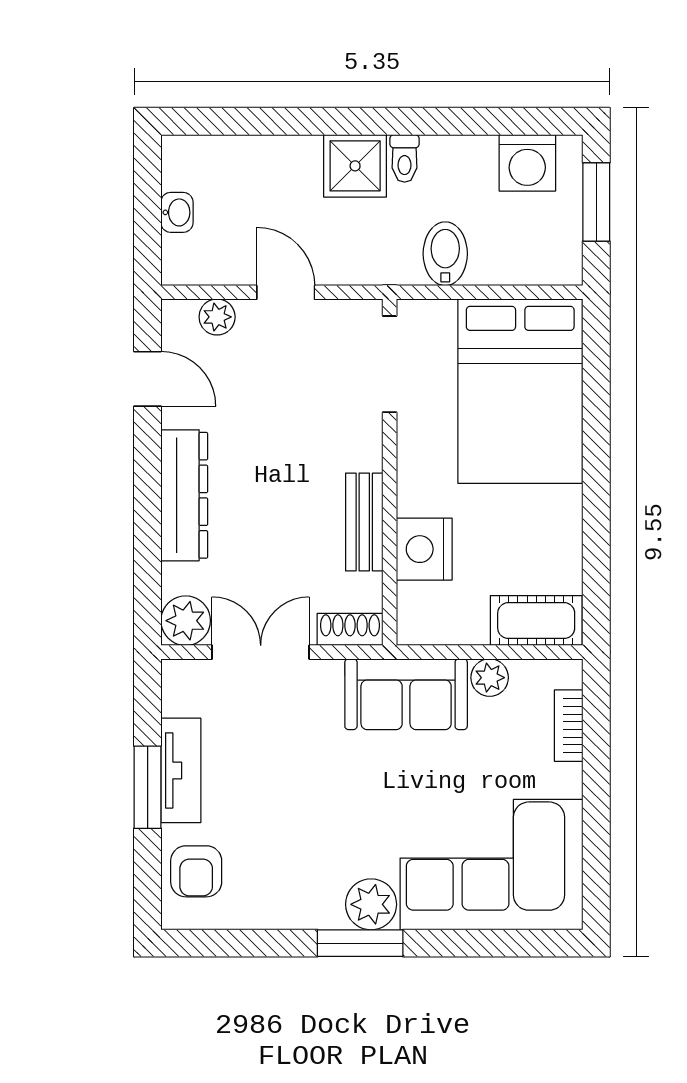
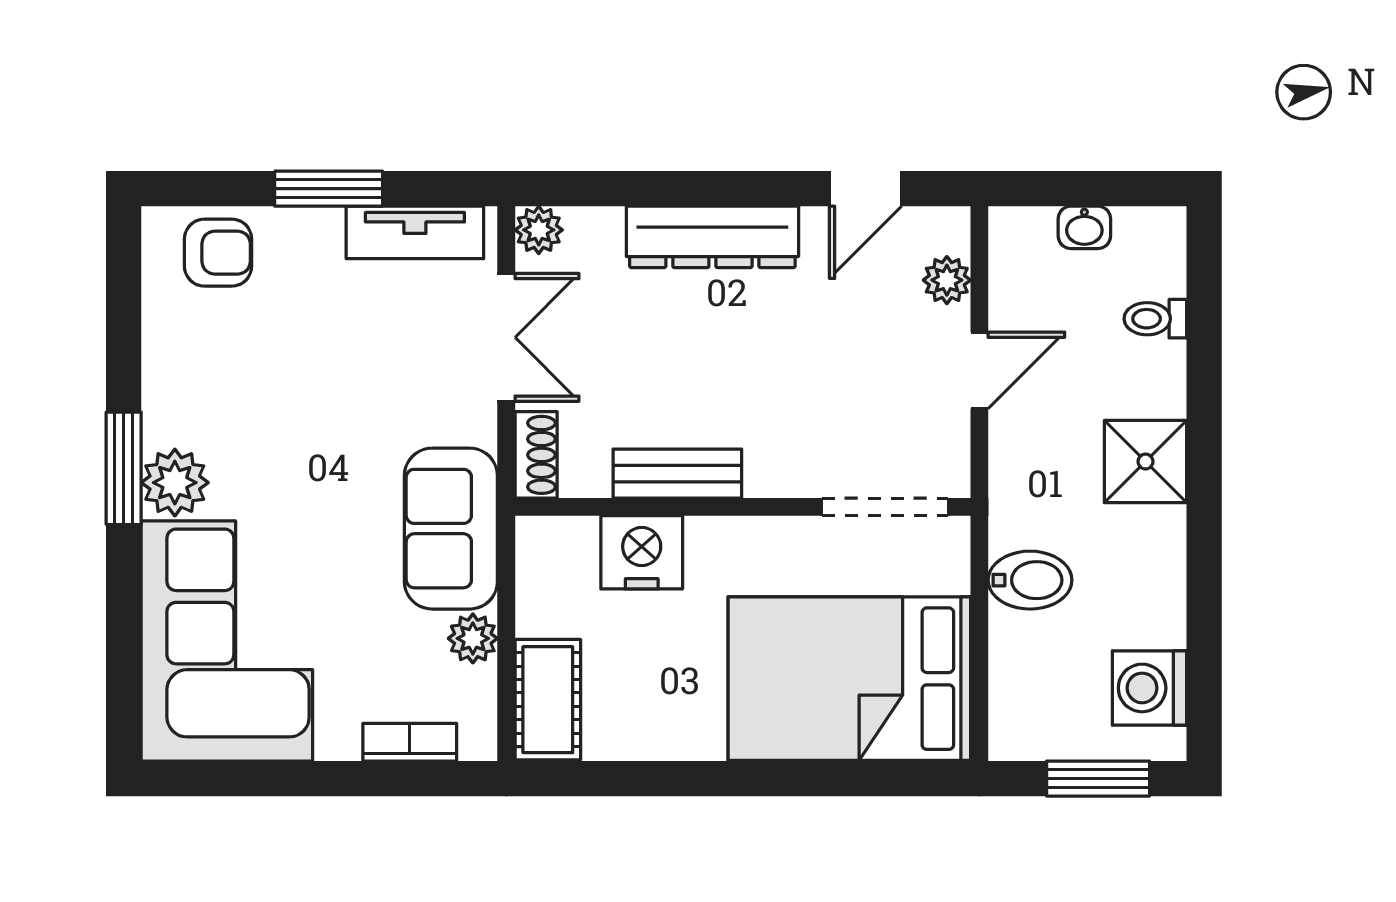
toilet: (405, 158) -> (1155, 319), moved
plant: (186, 621) -> (539, 230), width x0.73, depth x0.73
tv unit: (181, 770) -> (415, 232), moved
armchair: (196, 871) -> (218, 253), turned 180

